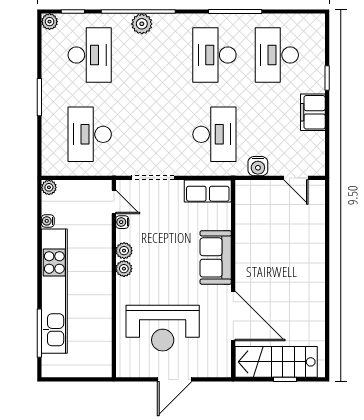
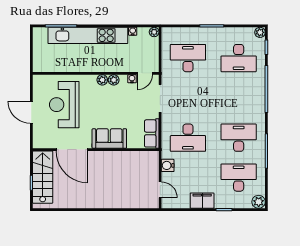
plant: (142, 24) -> (259, 202), moved
door: (296, 178) -> (160, 190), swing flipped
door: (233, 316) -> (72, 150), hinge flipped

